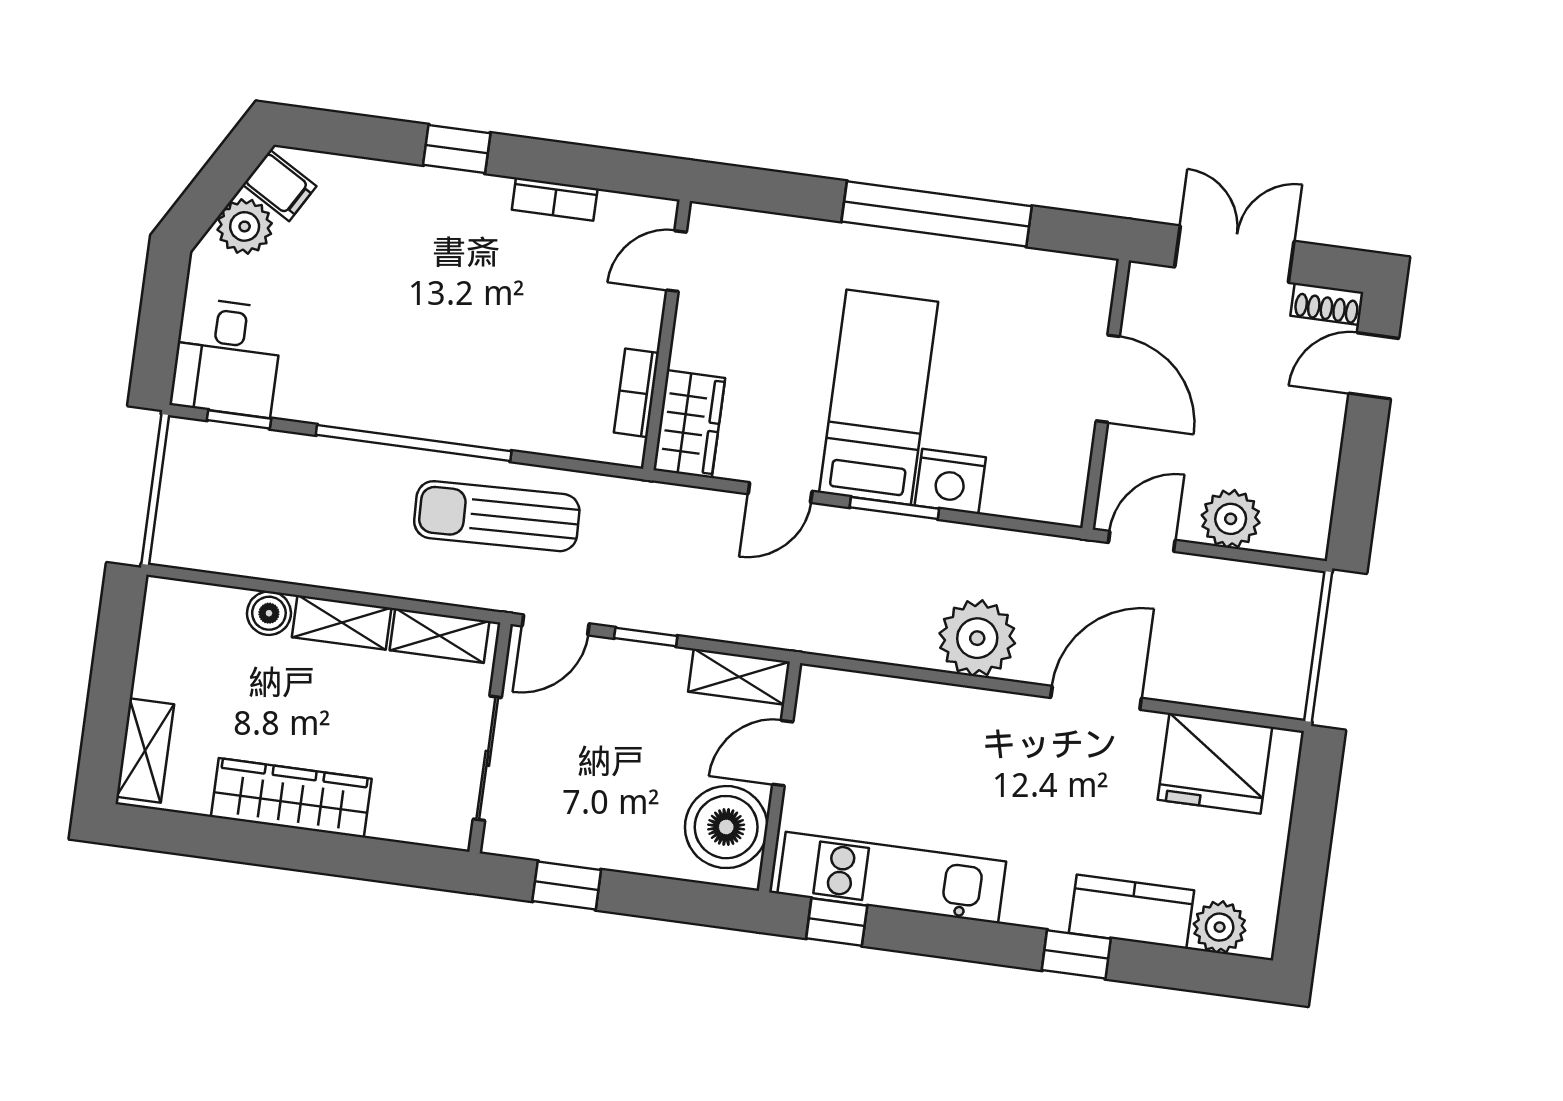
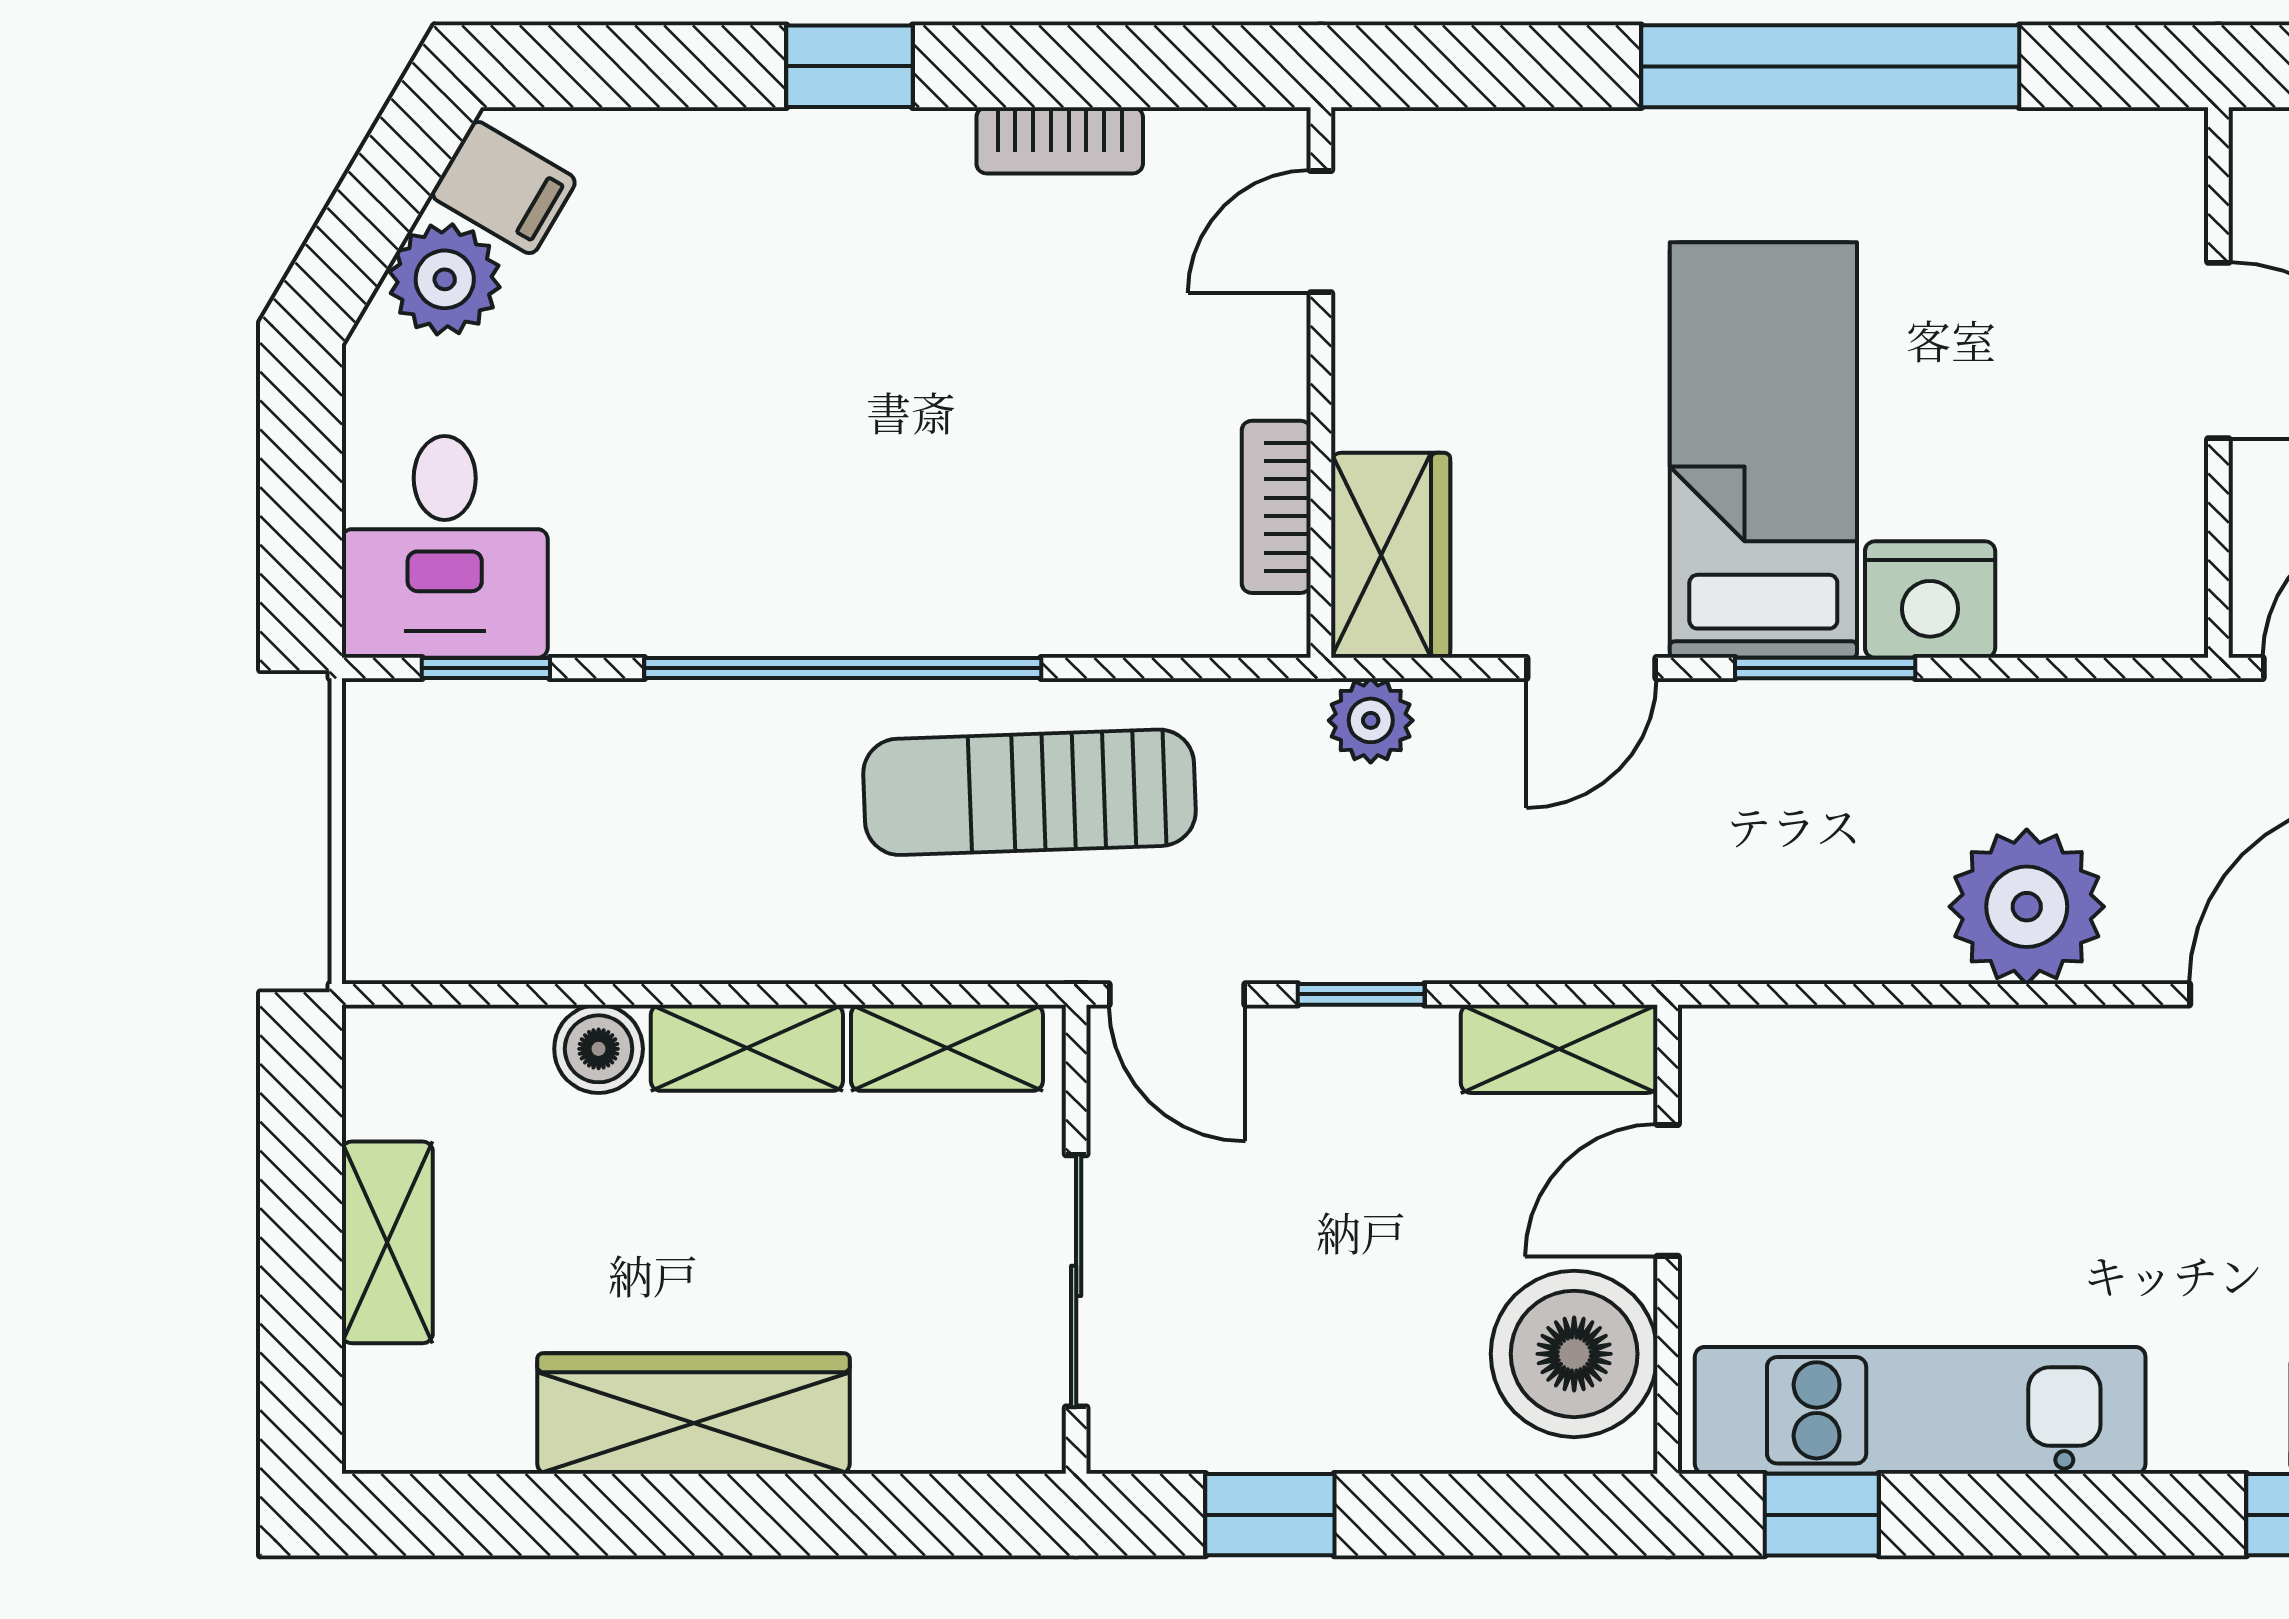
plant: (669, 504) -> (1371, 720), added
door: (556, 625) -> (1177, 994), hinge flipped
shelving: (145, 750) -> (387, 1242), moved

